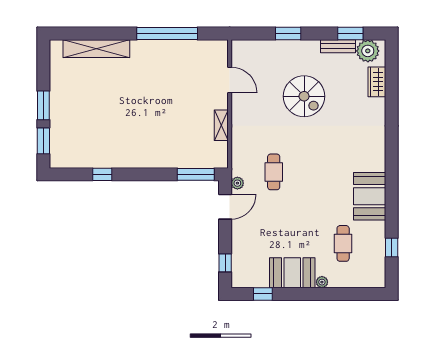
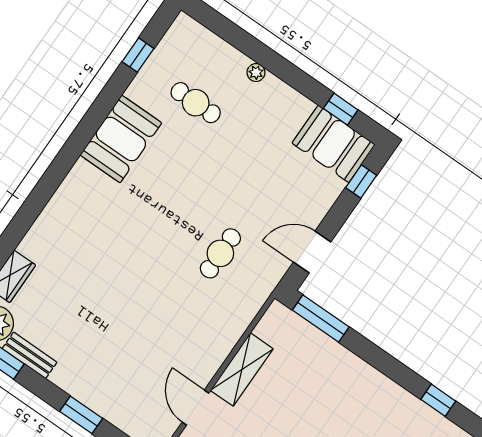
spiral stairs: (304, 96) -> (116, 322), removed
shelving: (221, 125) -> (242, 370), width x1.50, depth x1.33
plant: (237, 183) -> (276, 271), removed
cafe table: (343, 243) -> (196, 103), turned 90
booth: (292, 273) -> (334, 144), moved

